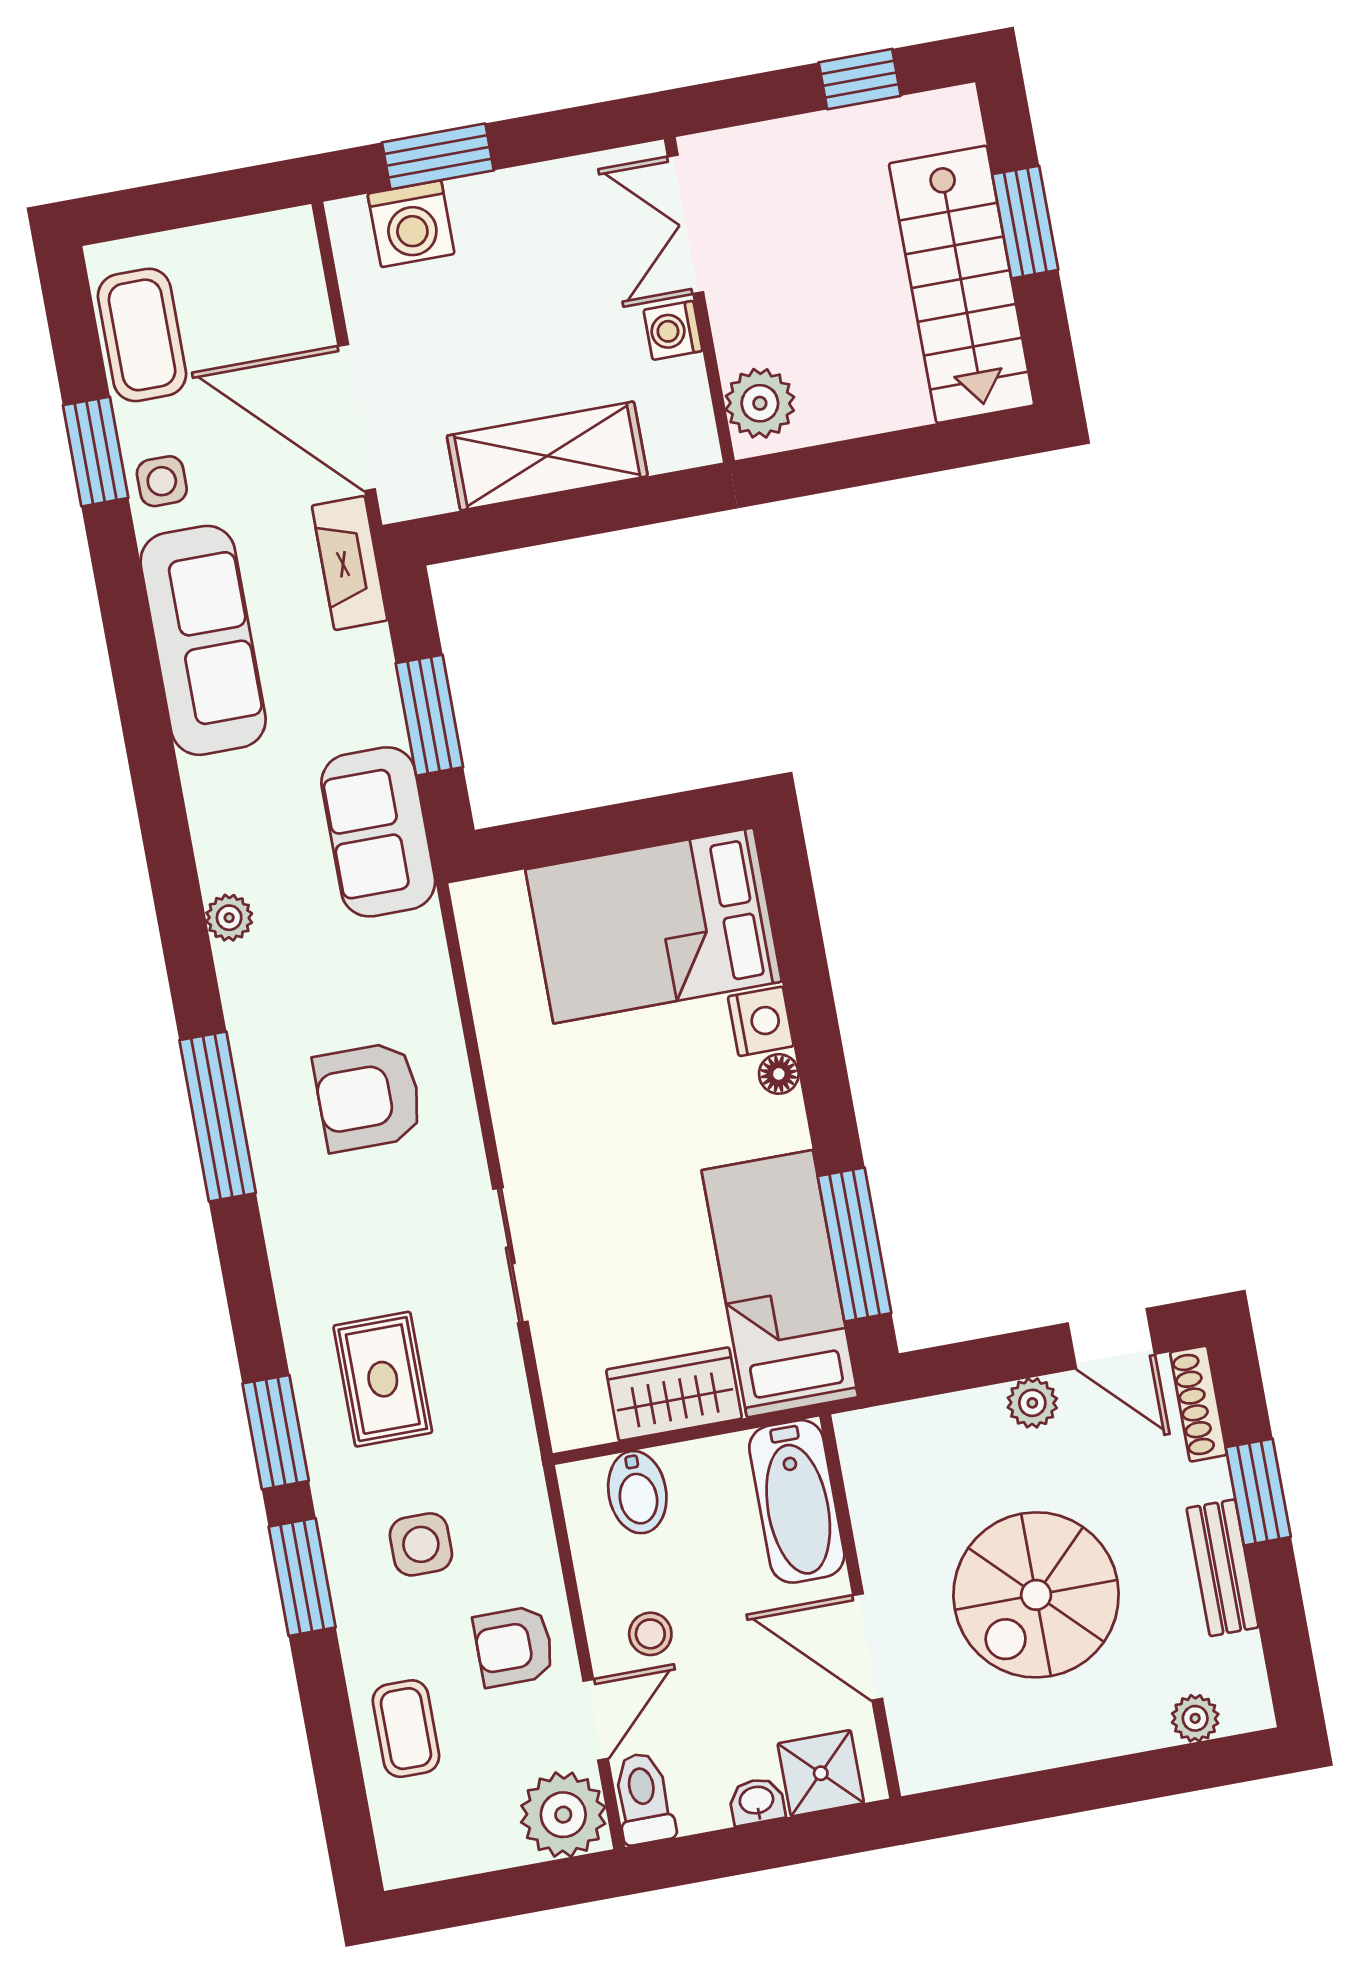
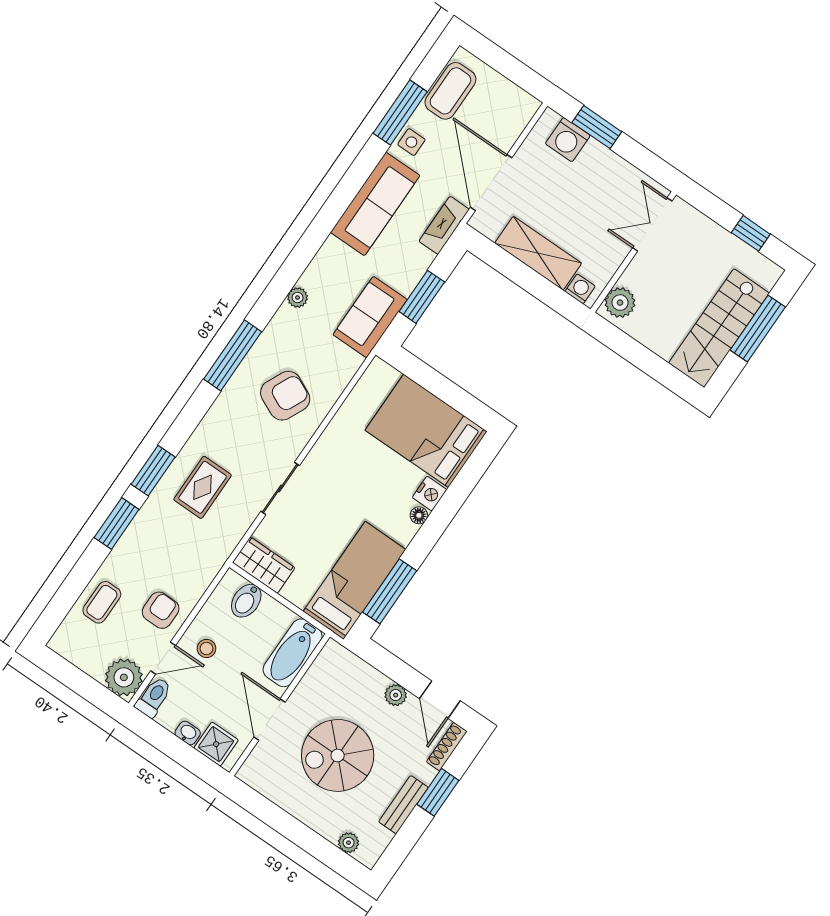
window: (1025, 222) -> (758, 329), width x1.44
washing machine: (673, 330) -> (580, 289), moved, turned 90
window: (96, 452) -> (400, 113), width x1.44
armchair: (368, 1097) -> (285, 396), turned 115
wardrobe: (674, 1394) -> (264, 565), moved
side table: (421, 1544) -> (163, 550), removed
armchair: (514, 1646) -> (161, 610), turned 90

